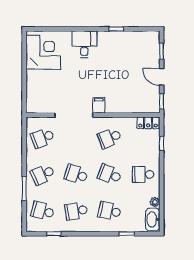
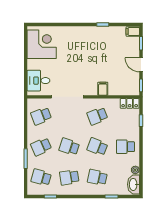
filing cabinet: (152, 37) -> (133, 31), added
desk: (84, 44) -> (38, 81), moved, turned -90
filing cabinet: (99, 105) -> (103, 89), moved

